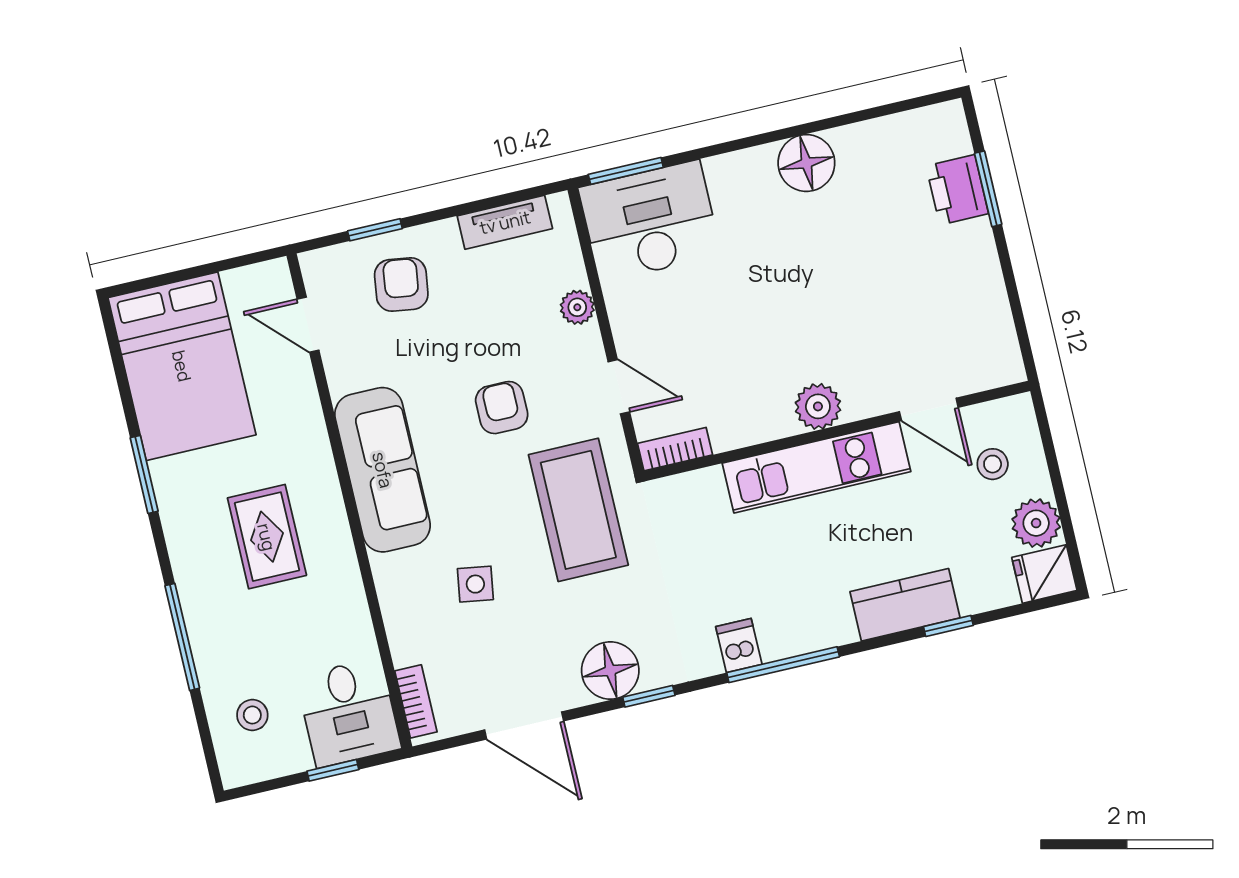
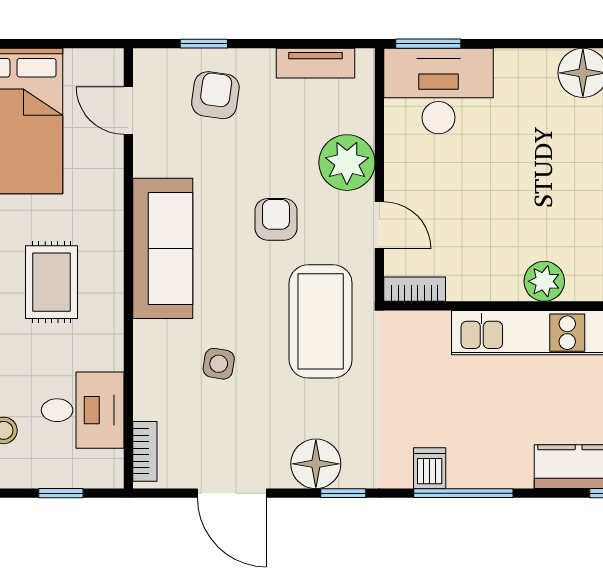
plant: (577, 307) -> (347, 163), width x1.88, depth x1.88
desk: (349, 713) -> (83, 410), moved, turned -90

